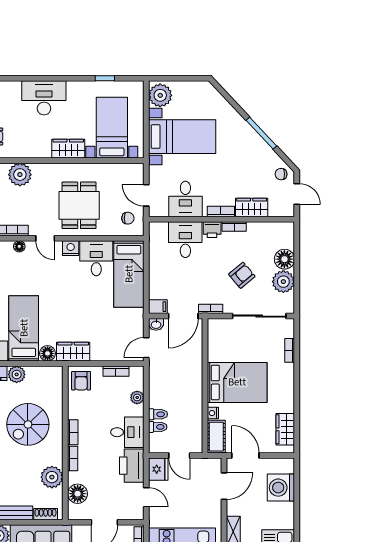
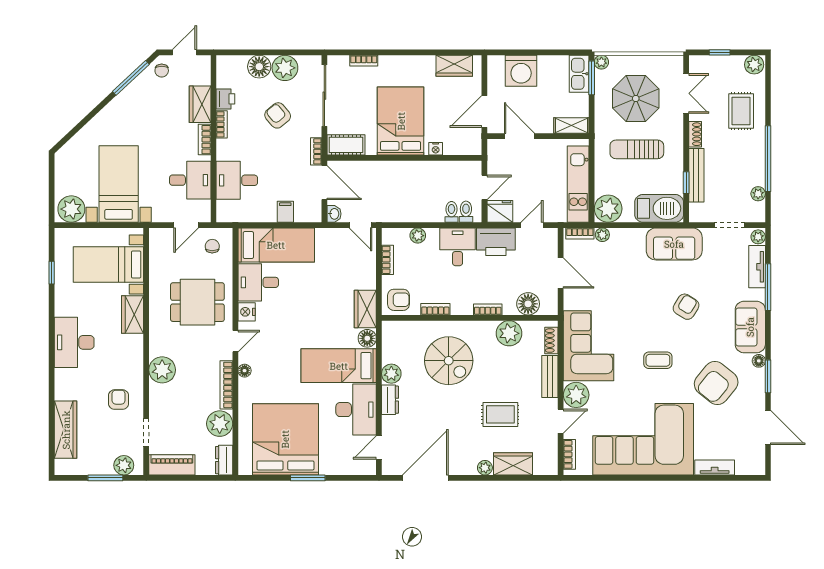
window: (261, 133) -> (131, 78), moved
printer: (212, 230) -> (225, 99), moved
filing cabinet: (158, 307) -> (285, 212), moved
toilet: (158, 414) -> (466, 212), moved
bookcase: (73, 432) -> (435, 309), moved
cot: (216, 437) -> (346, 145), moved

